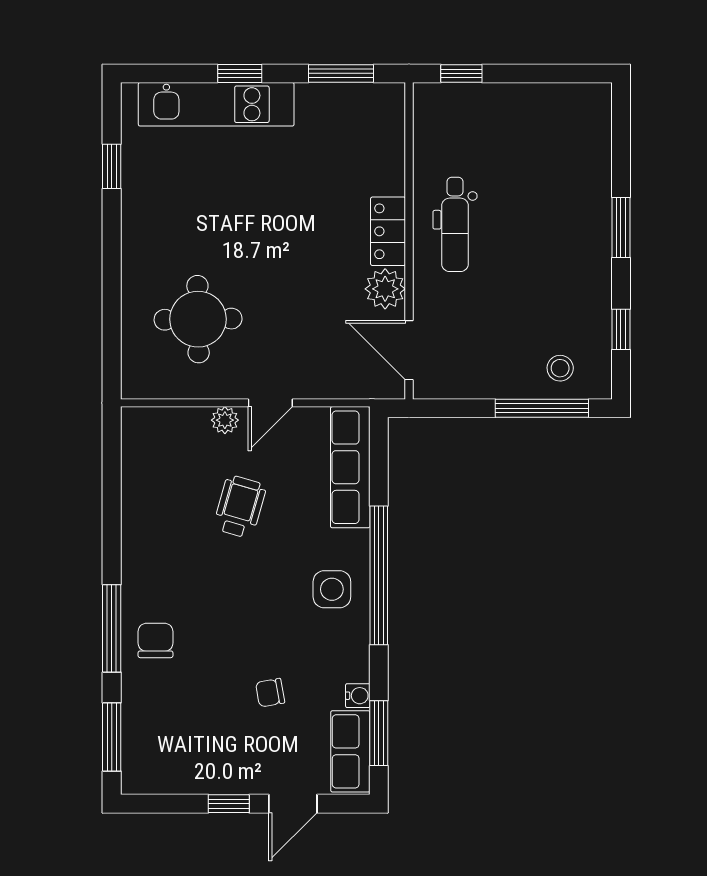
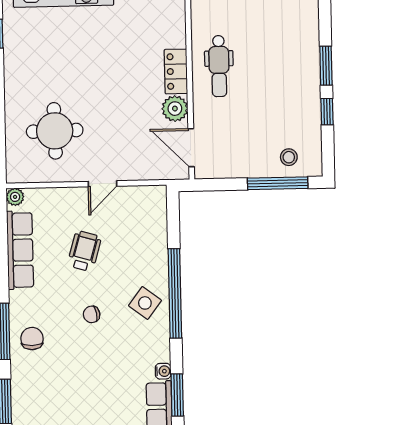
window: (621, 329) -> (327, 112), moved
plant: (225, 420) -> (15, 197), moved
row of seats: (350, 467) -> (20, 250), moved, turned 180
side table: (332, 589) -> (145, 303), turned 37
chair: (270, 693) -> (92, 314), moved

